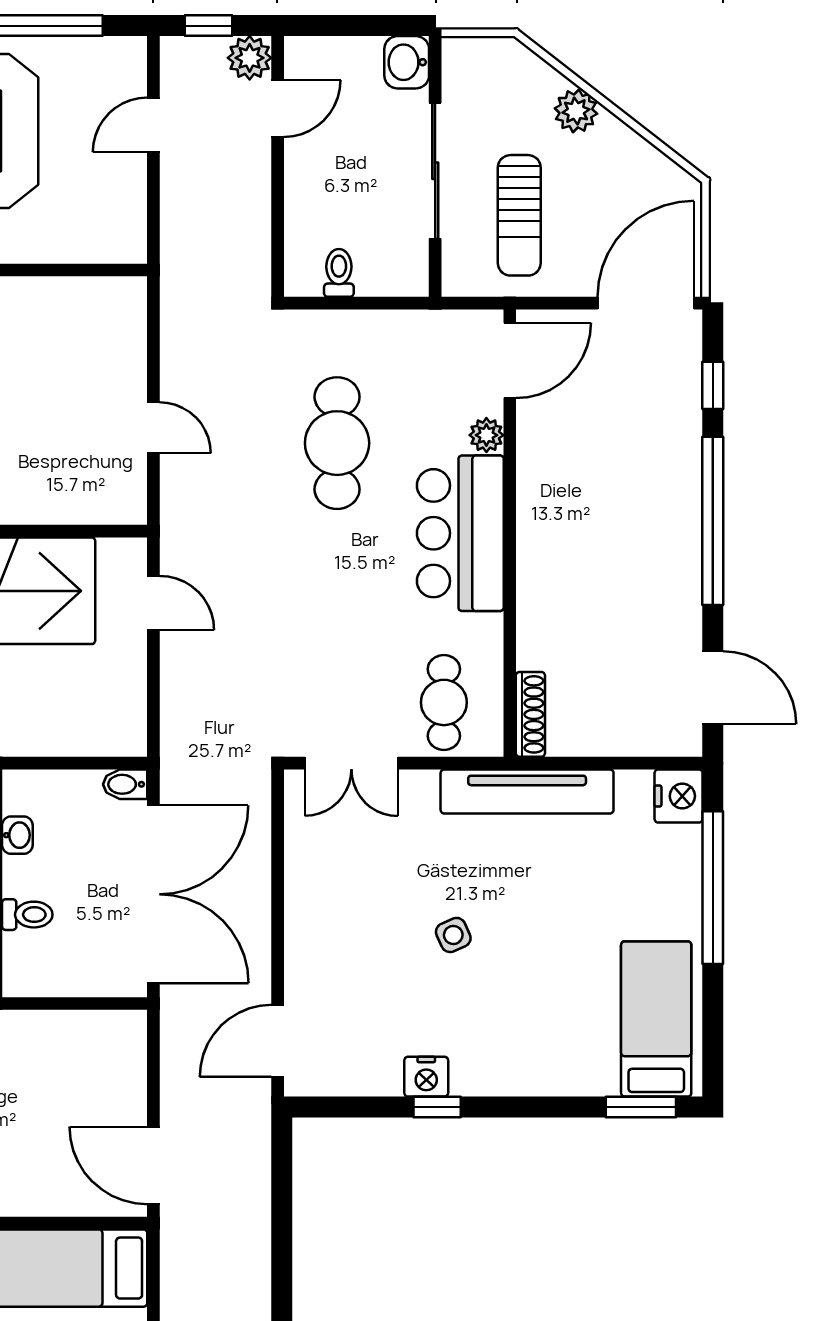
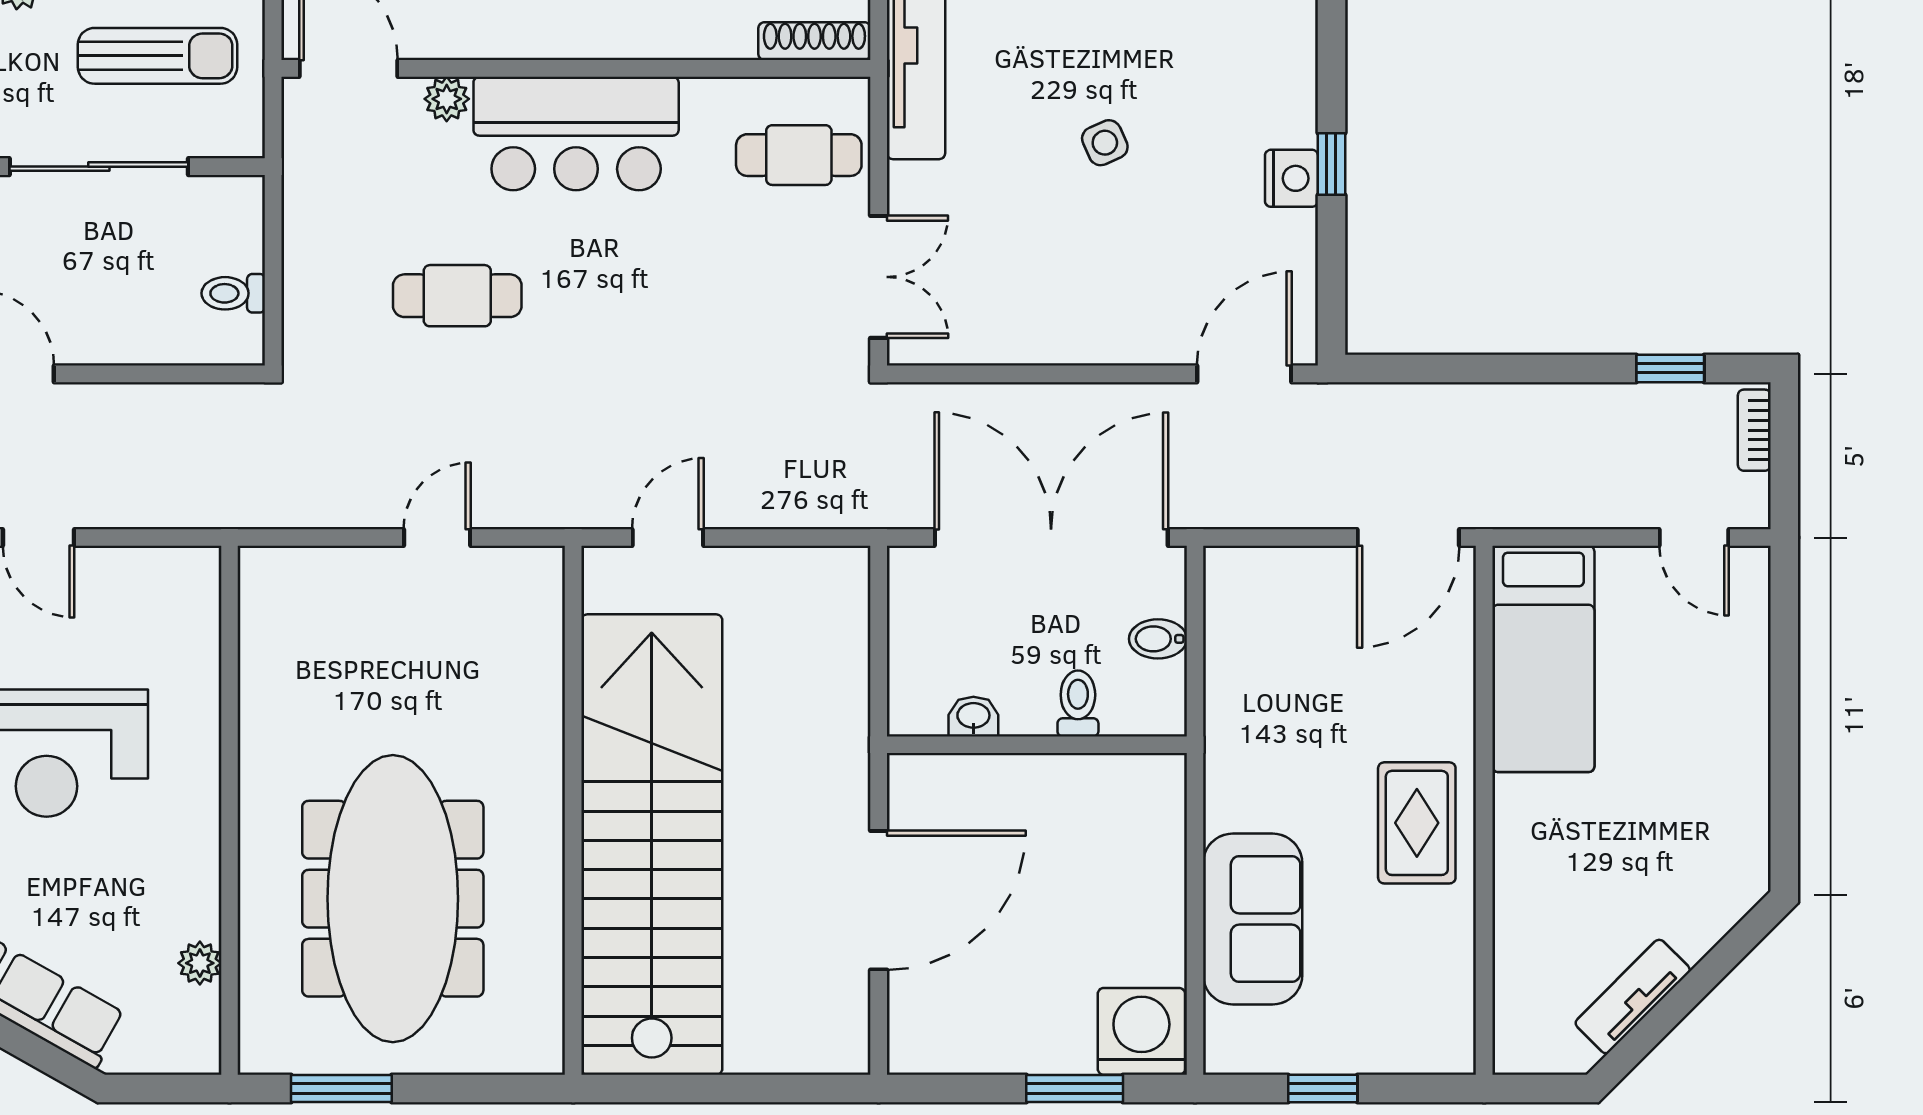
cafe table: (337, 443) -> (457, 296), width x0.73, depth x0.74
bidet: (125, 784) -> (1158, 639), moved, turned 90
door: (278, 1041) -> (1244, 374), swing flipped

